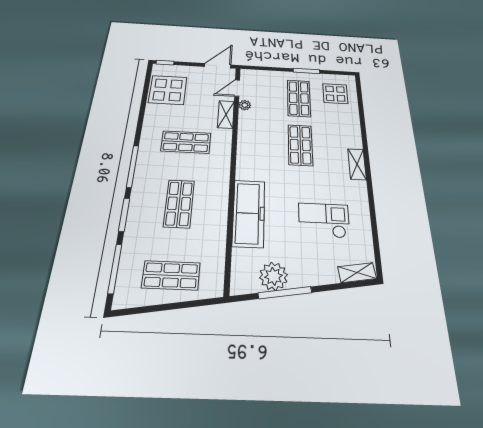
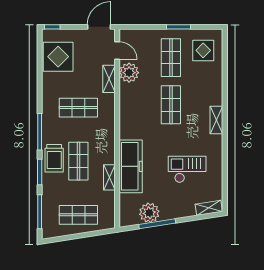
door: (237, 88) -> (117, 51), swing flipped
plant: (245, 105) -> (129, 73), width x1.87, depth x1.87
trolley: (147, 198) -> (54, 158), added
shelving: (219, 226) -> (109, 177), added

